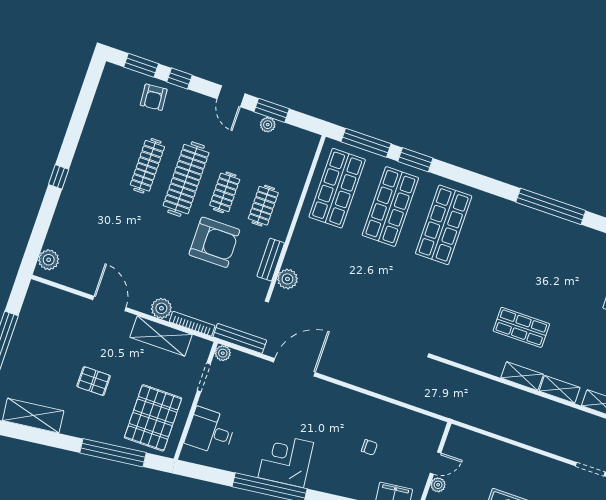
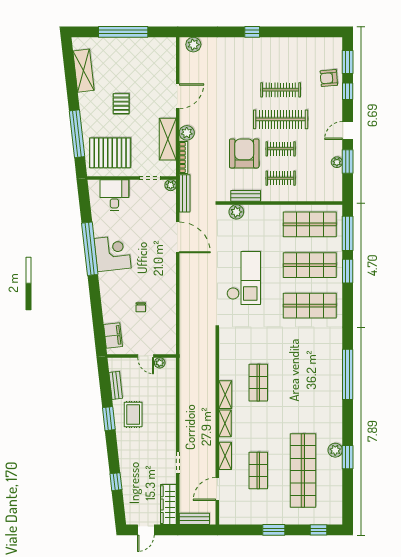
armchair: (214, 242) -> (244, 153), turned 180
checkout: (377, 299) -> (244, 278), added
plant: (438, 485) -> (160, 363), moved

